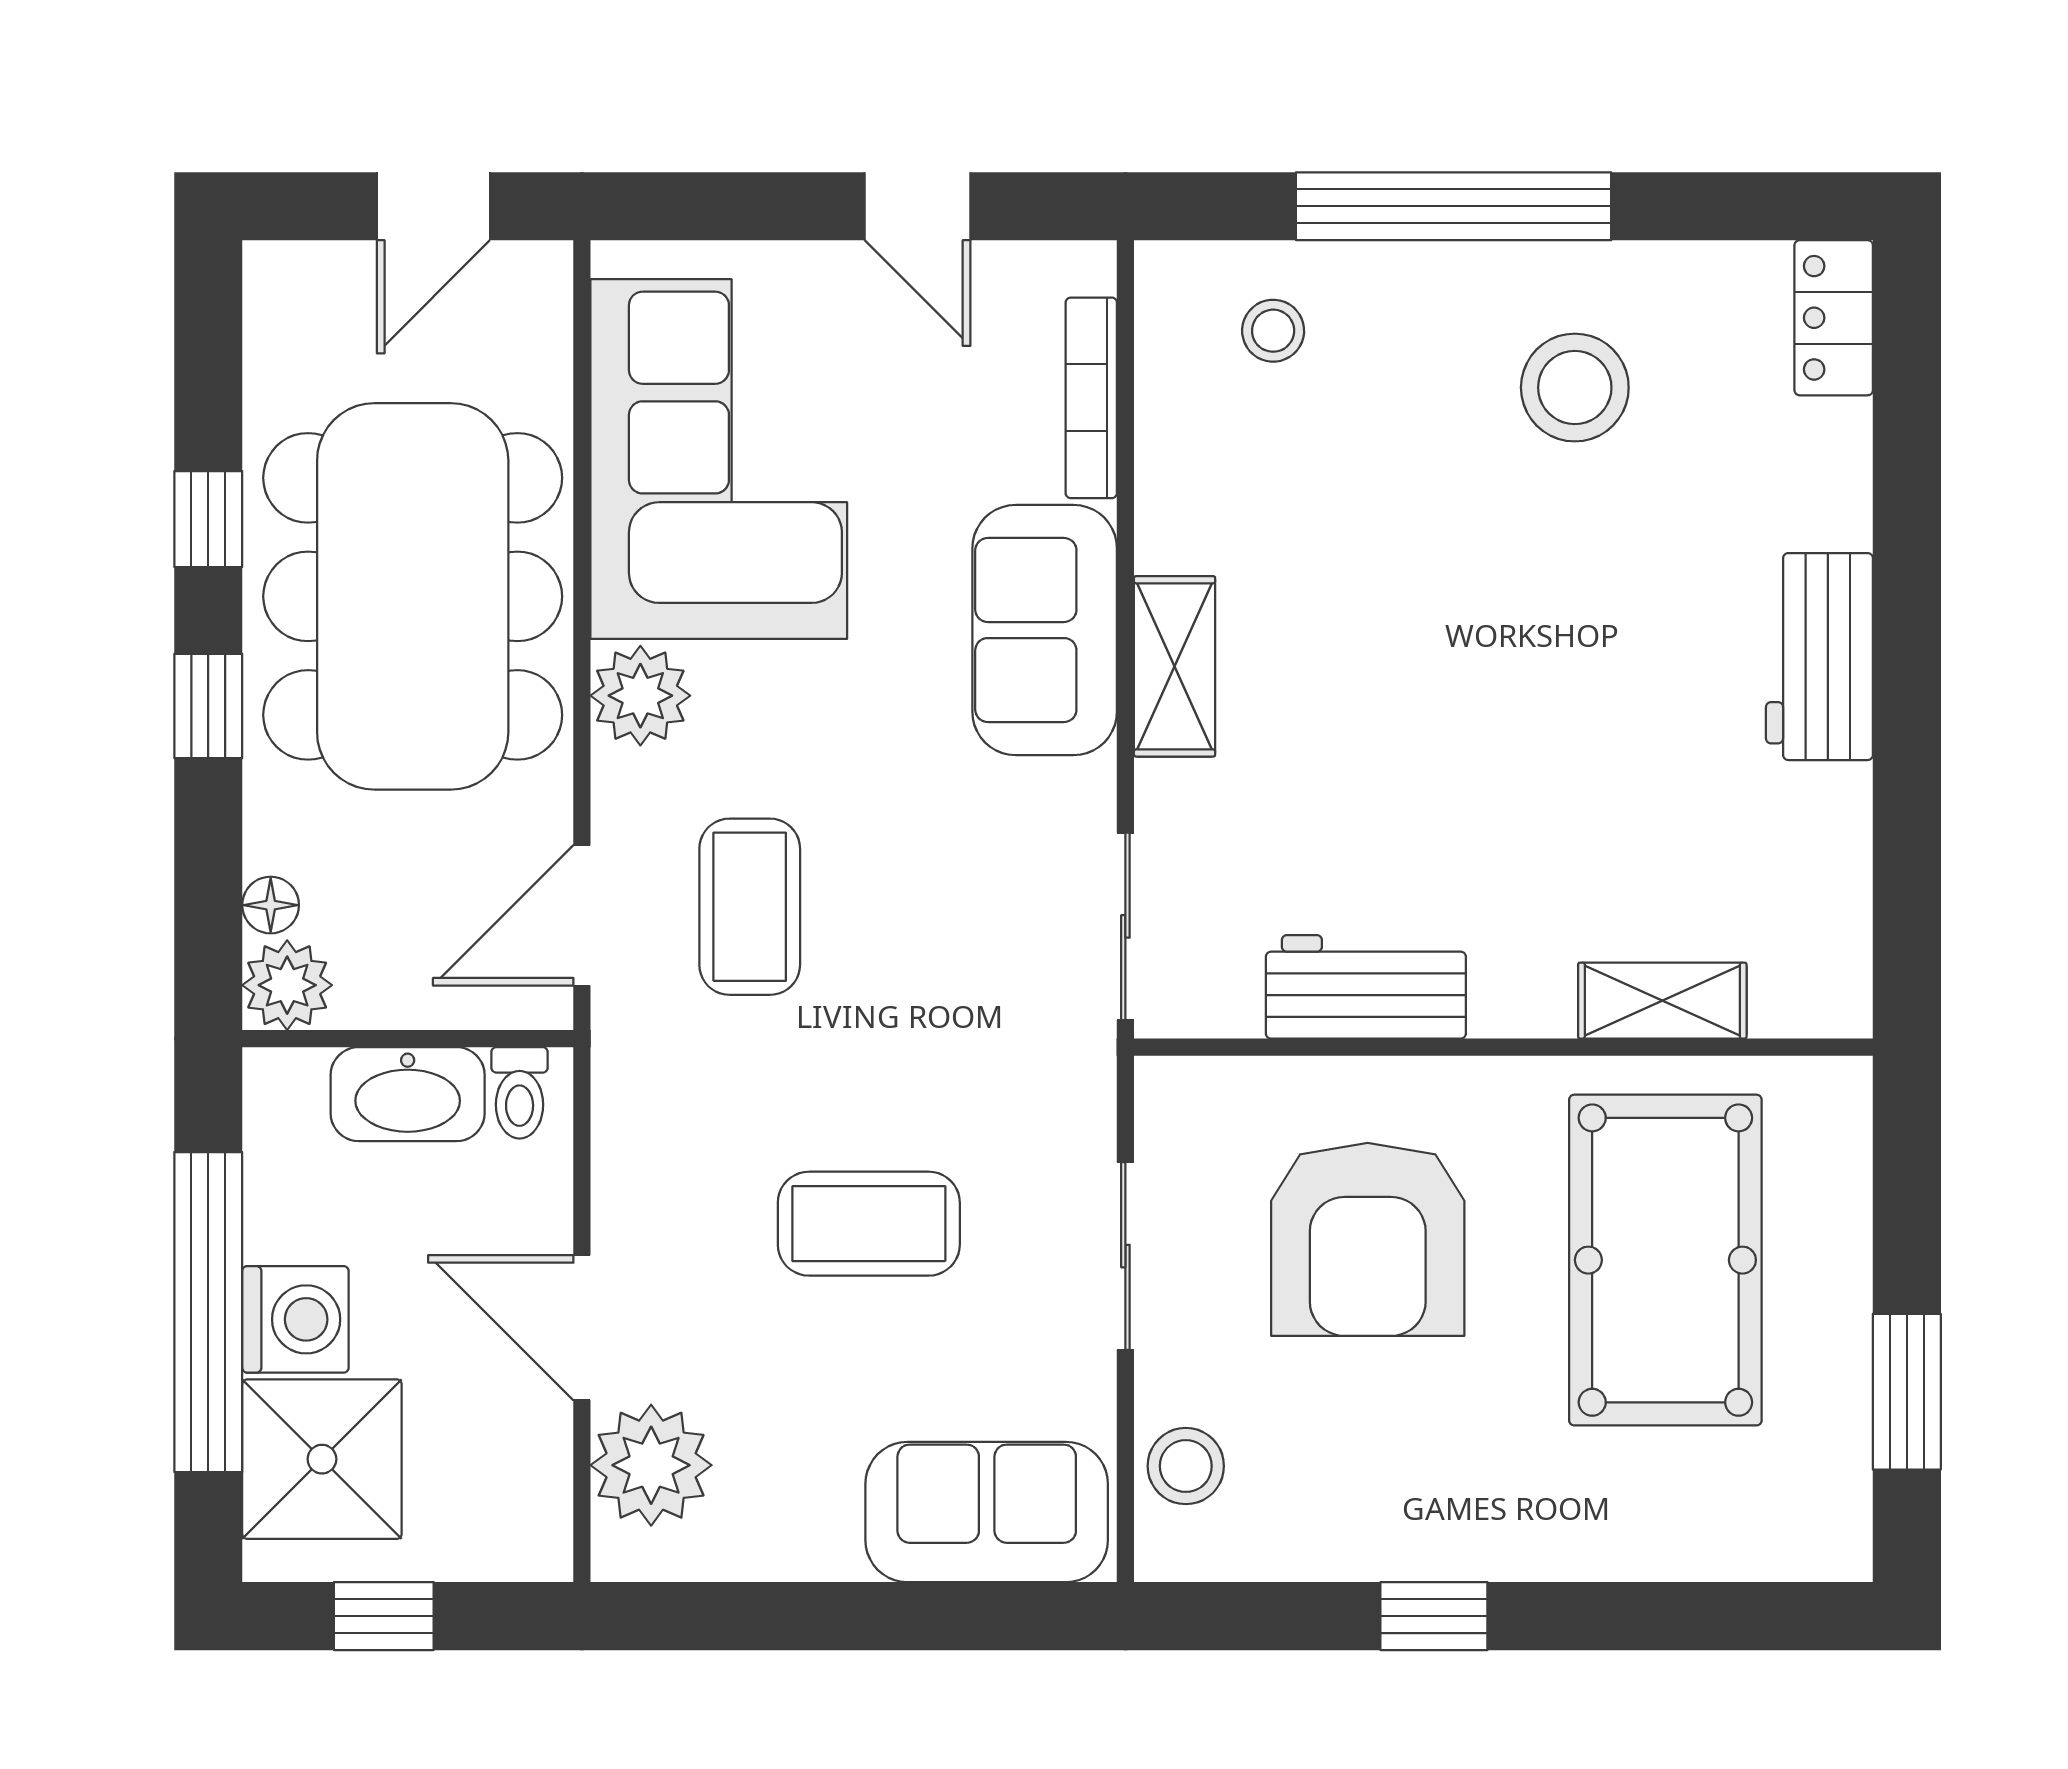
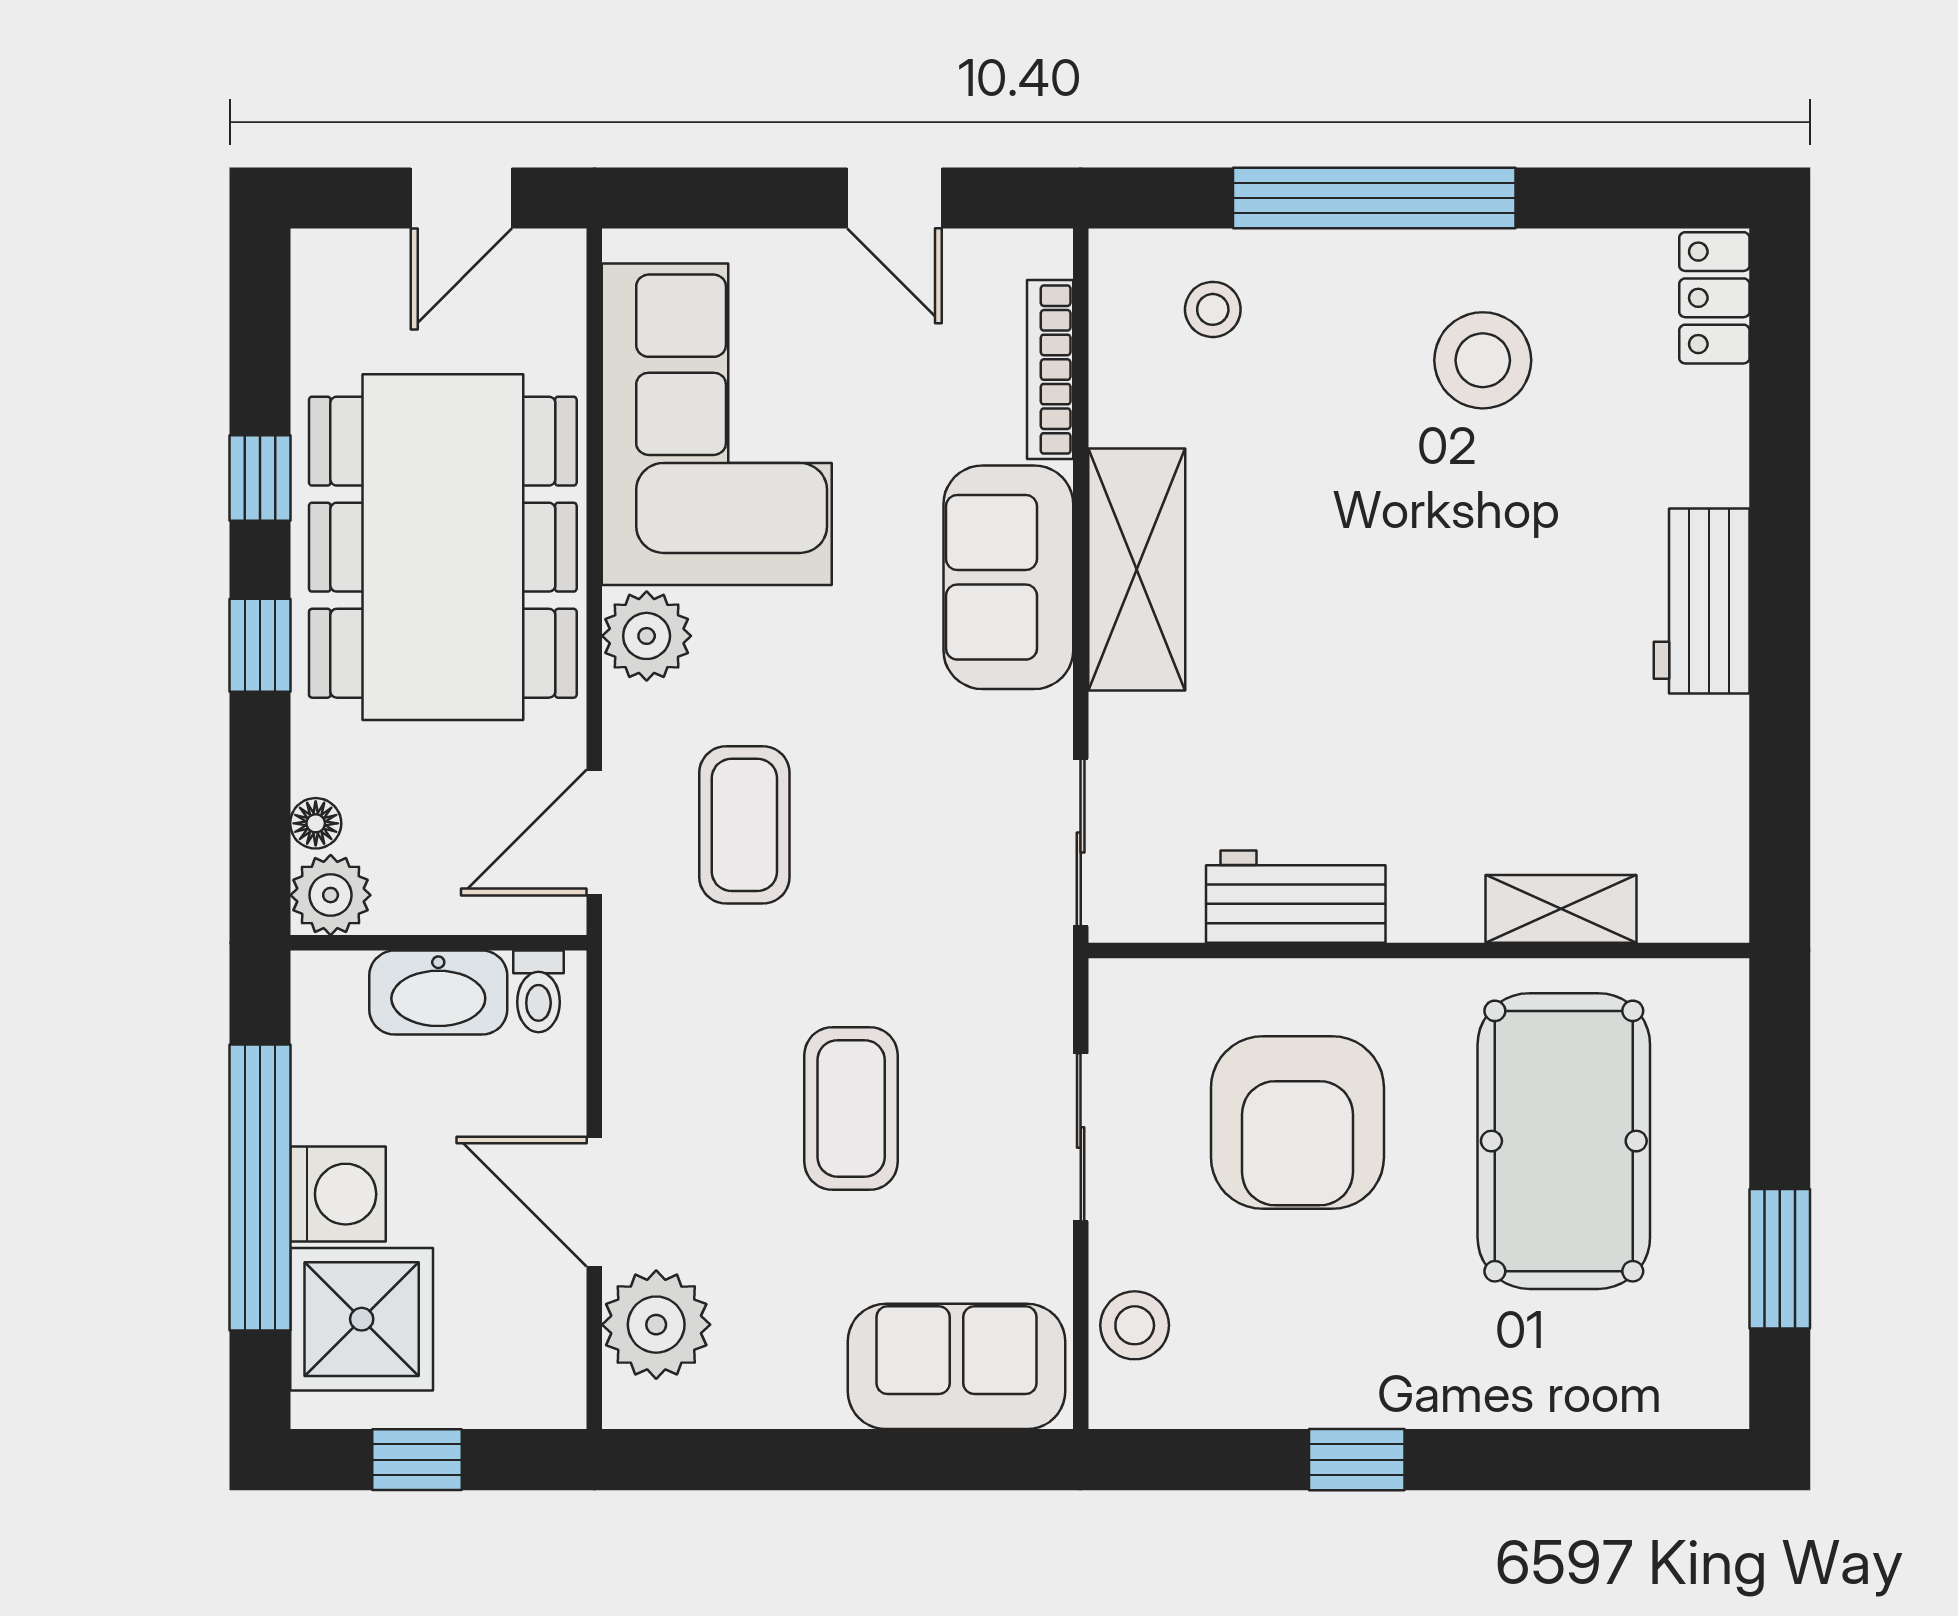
shelving: (1175, 666) -> (1137, 569), width x1.50, depth x1.33
coffee table: (869, 1224) -> (851, 1108), turned 90

